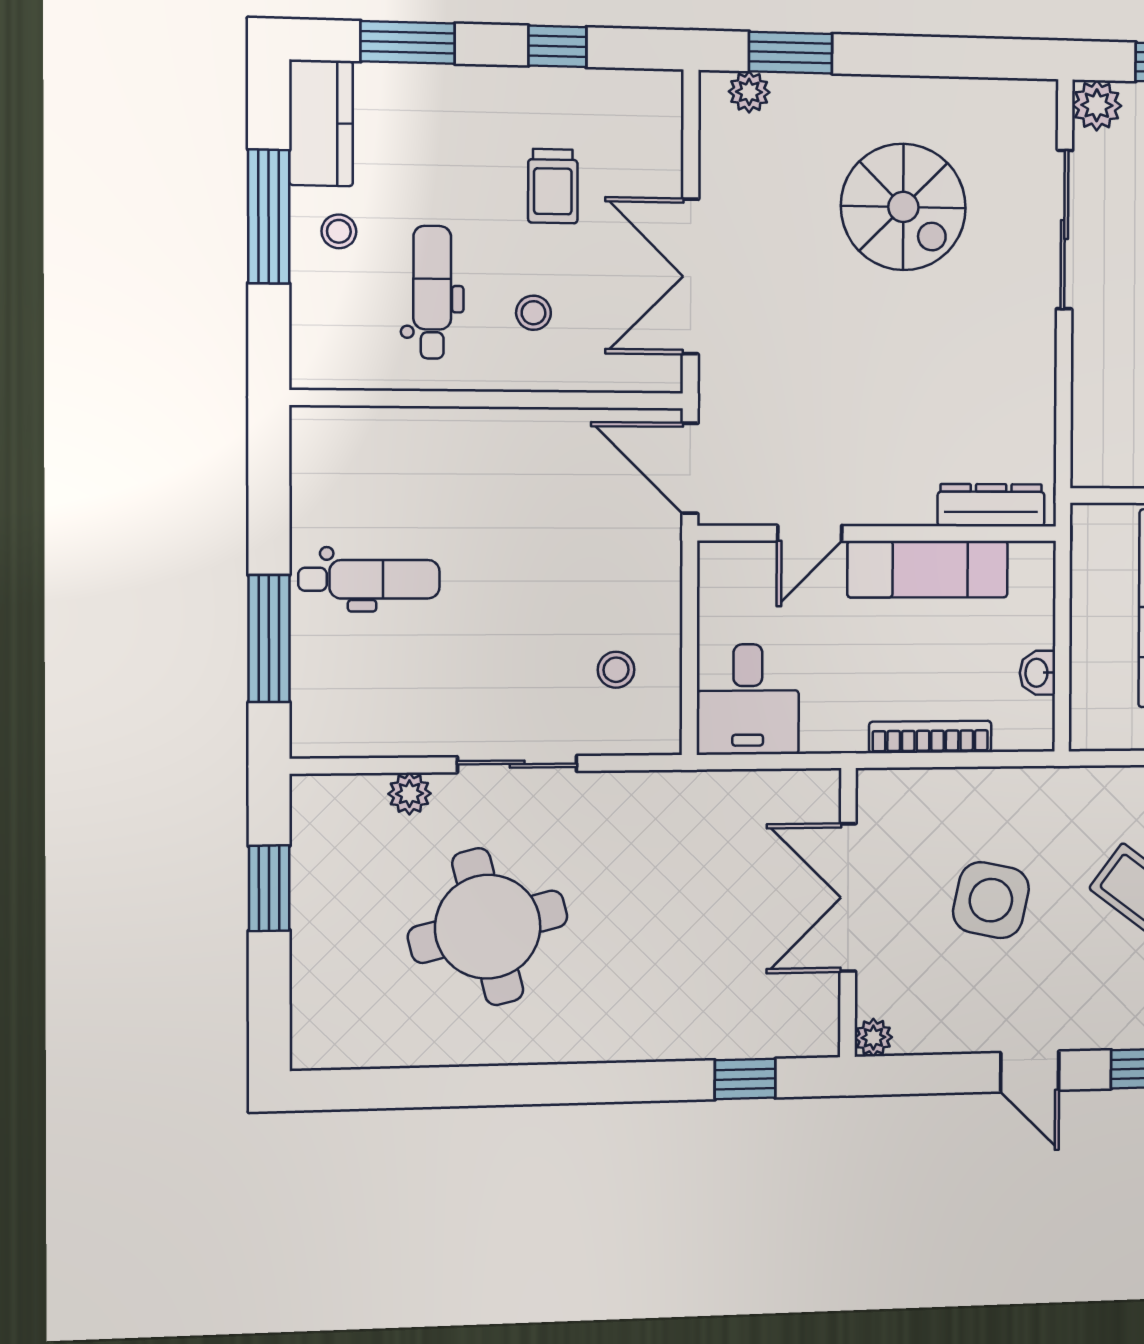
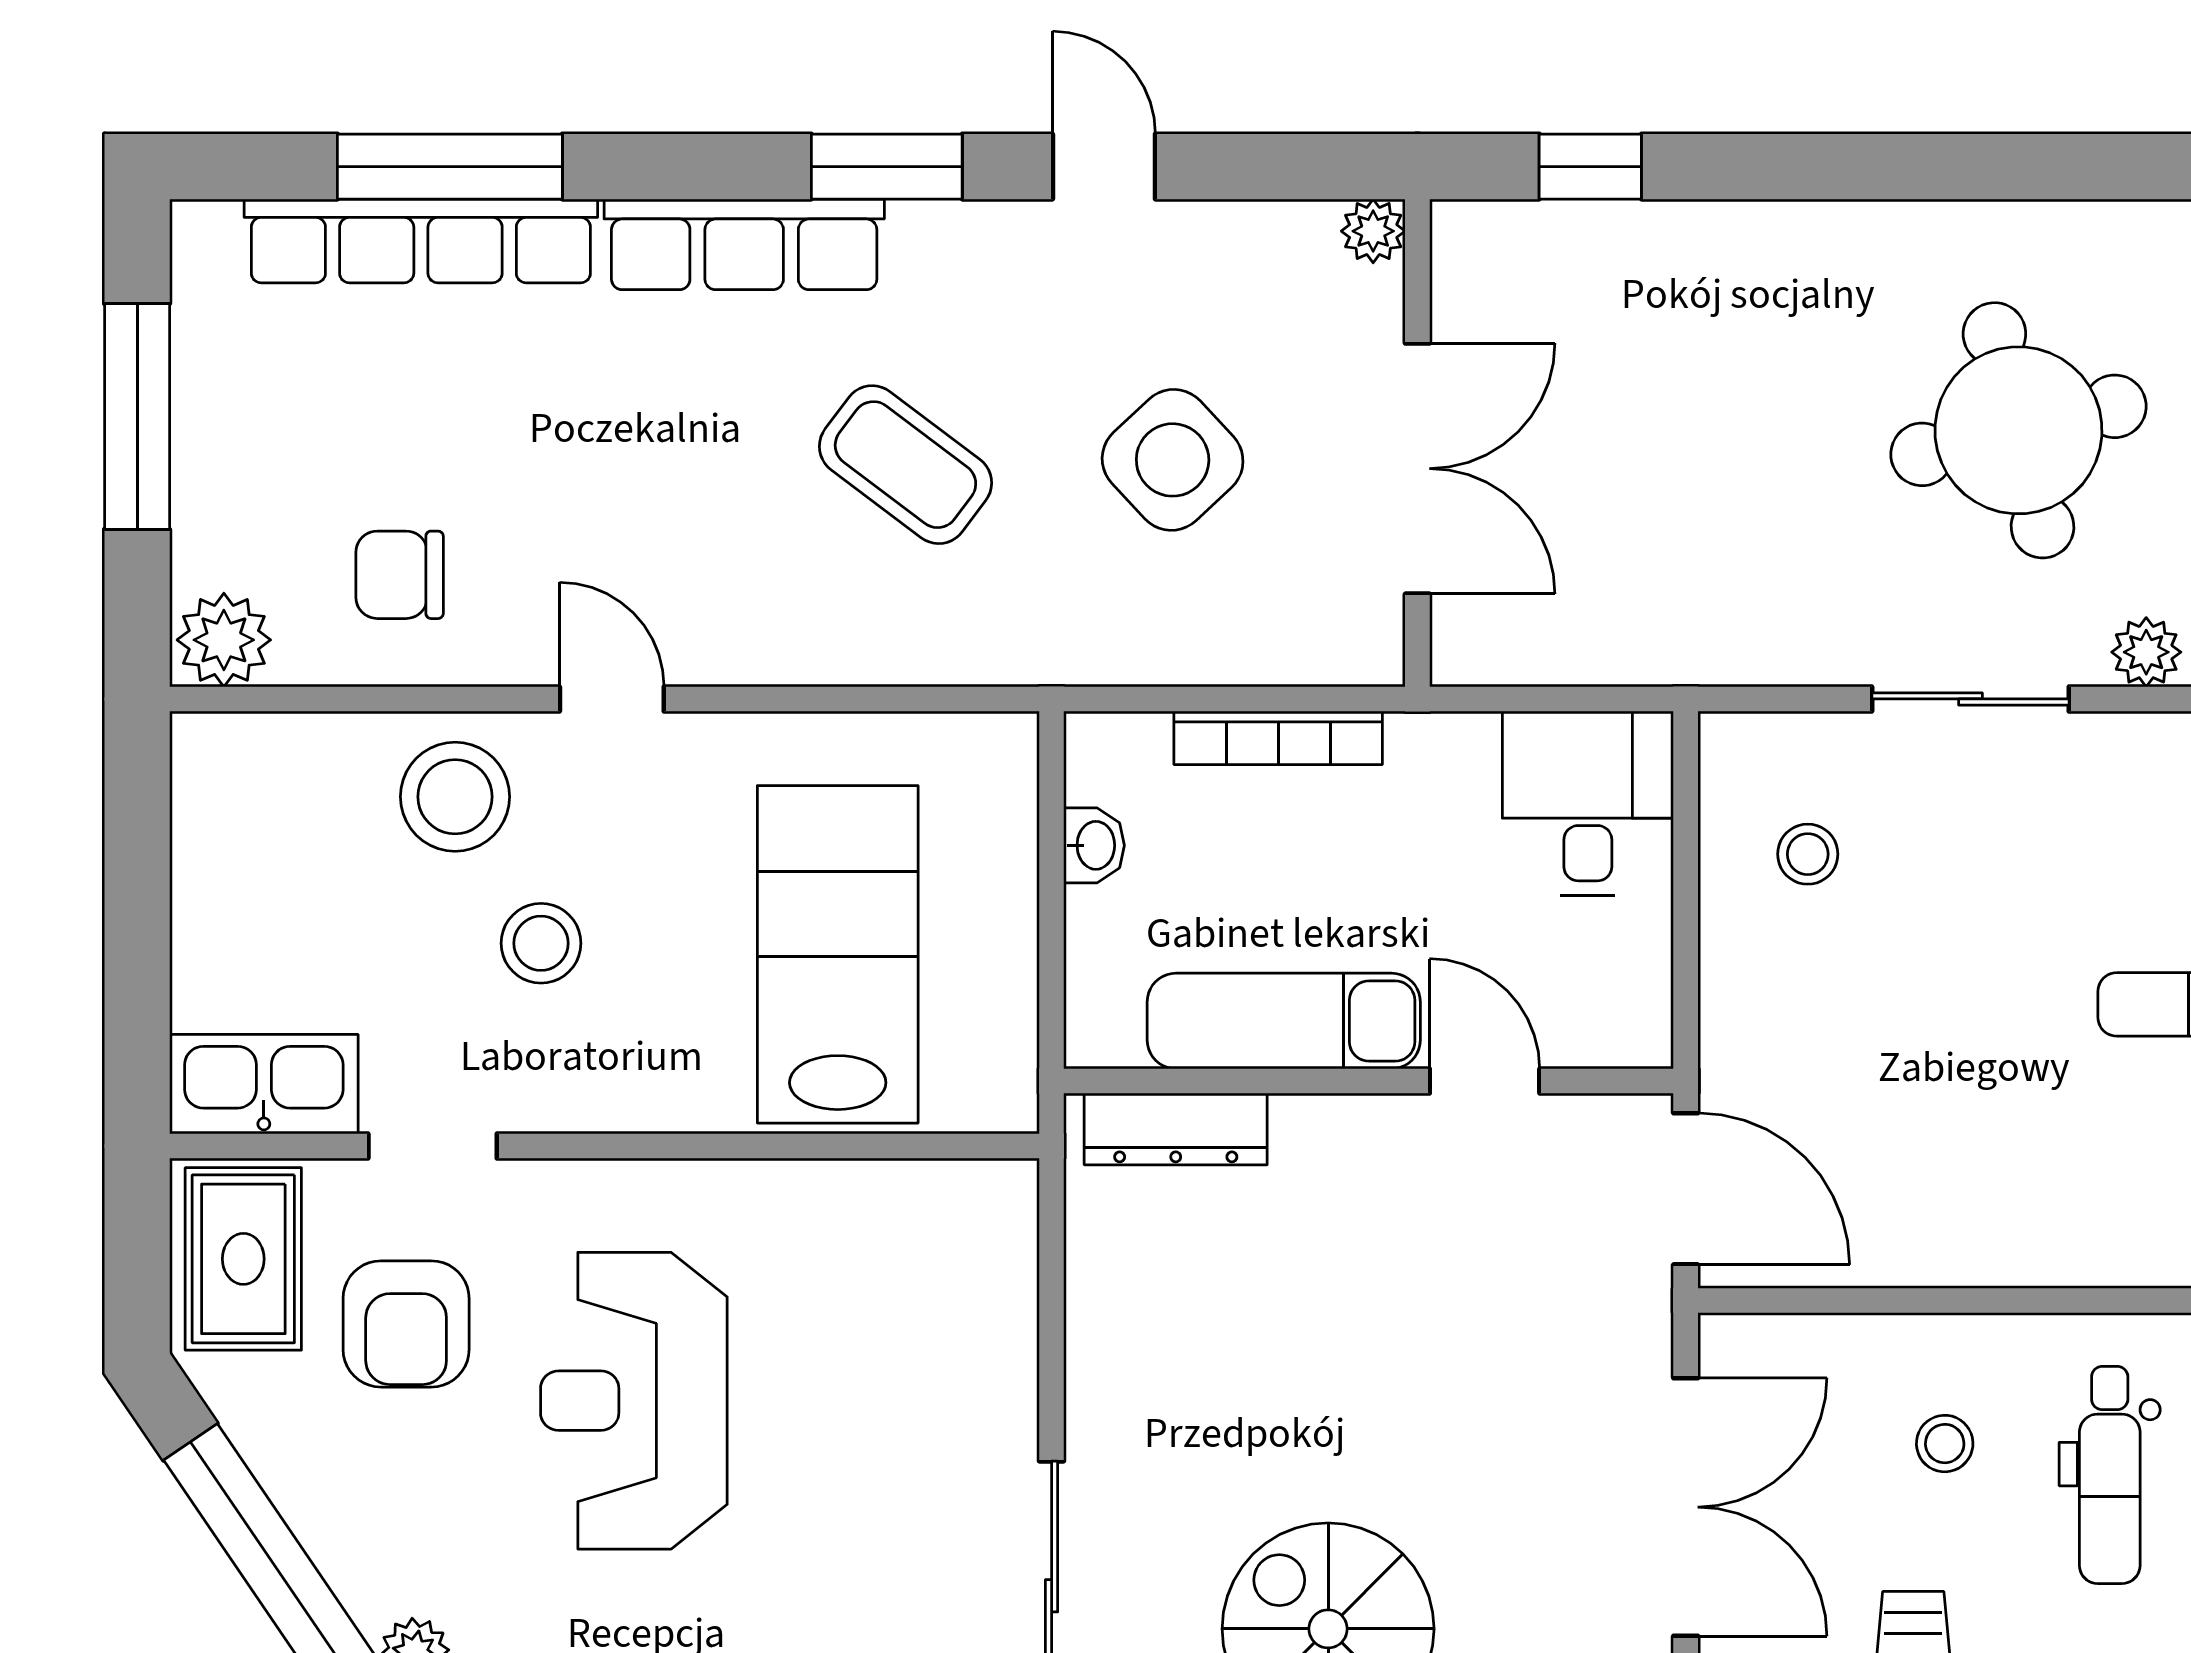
door: (810, 533) -> (1485, 1081), hinge flipped
side table: (991, 900) -> (1173, 460), turned 35

